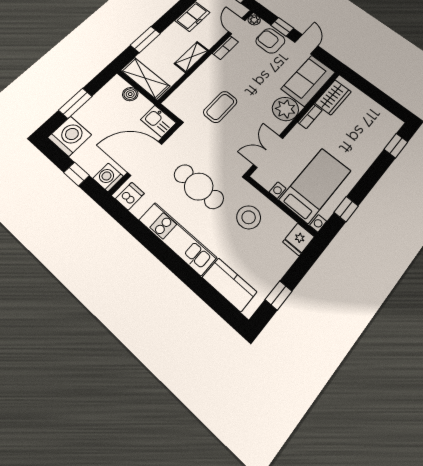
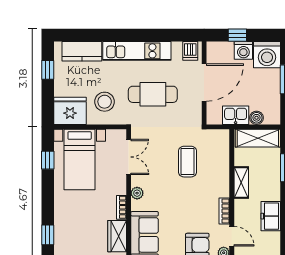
plant: (285, 109) -> (137, 193), width x0.53, depth x0.53
kitchen sink: (158, 121) -> (236, 115), moved
washing machine: (108, 177) -> (243, 50), moved, turned 90
fridge: (299, 239) -> (70, 111), width x1.88, depth x1.34

